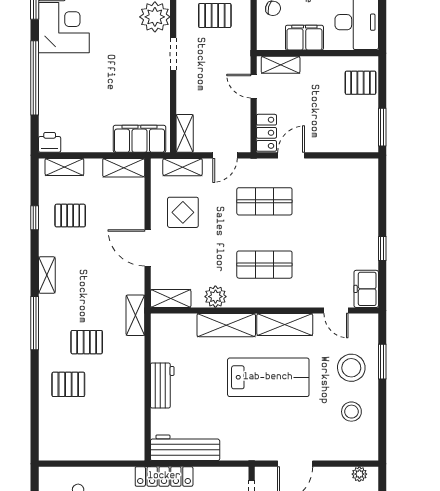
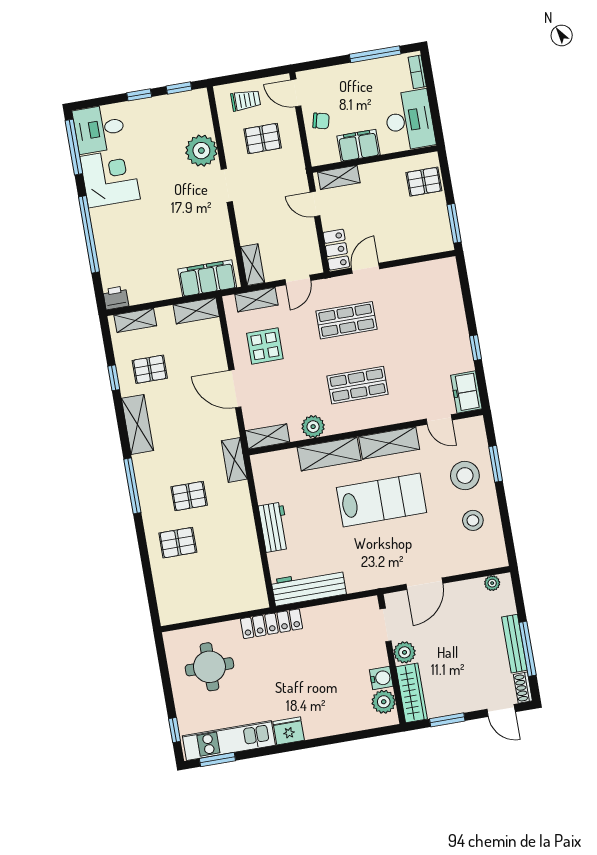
shelving: (47, 275) -> (138, 424), width x1.50, depth x1.33
locker: (164, 476) -> (271, 624), moved

